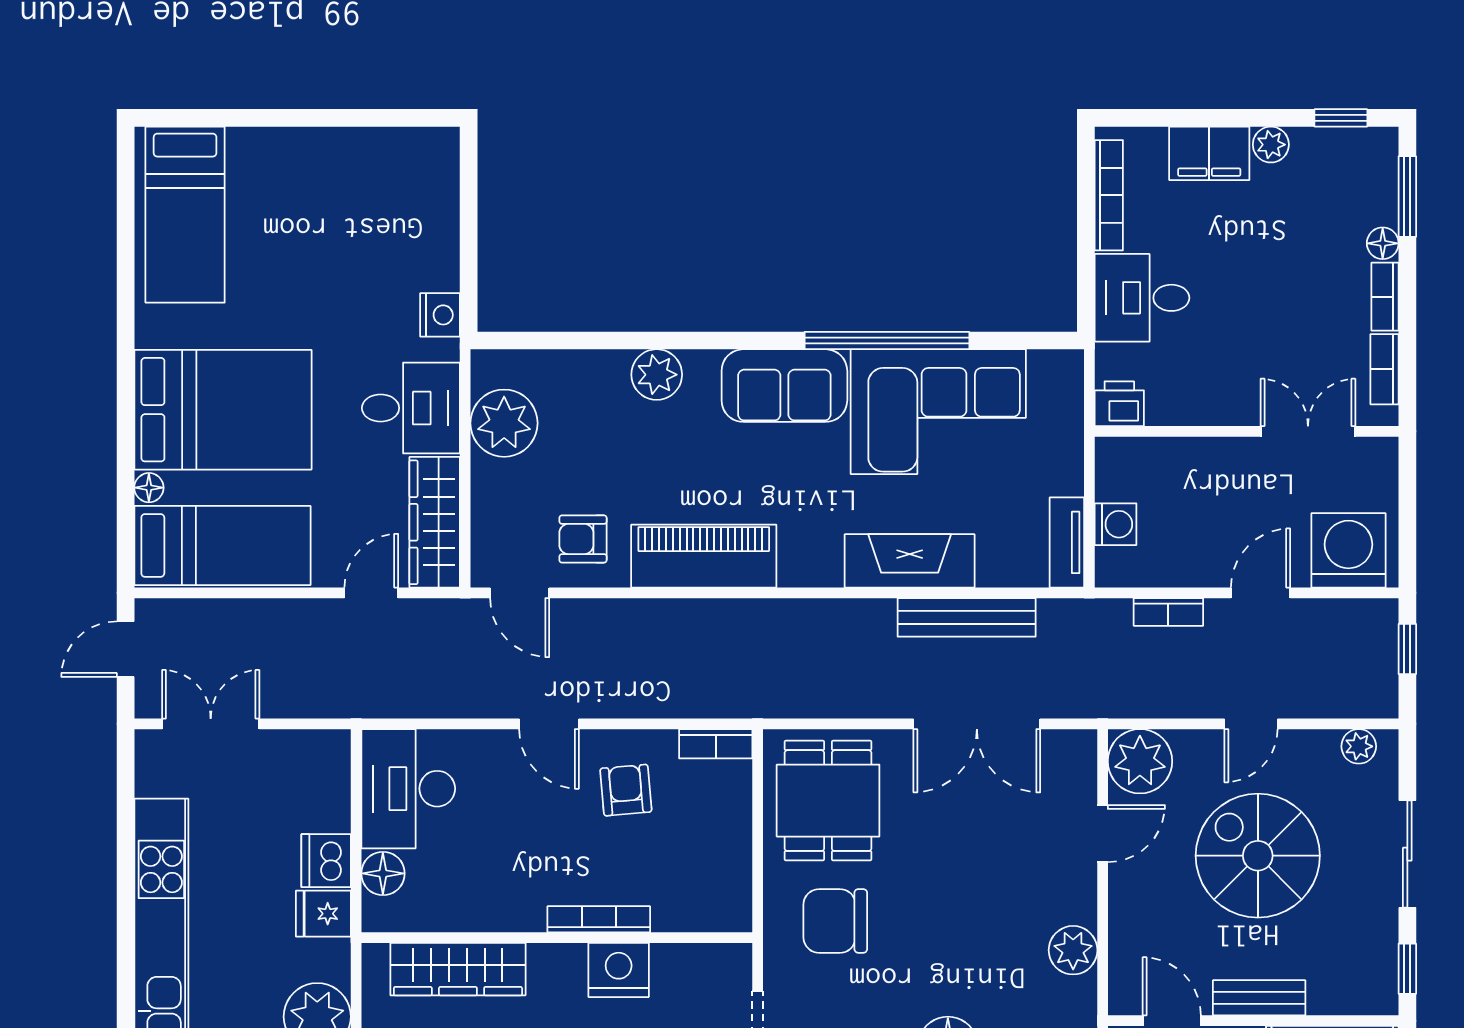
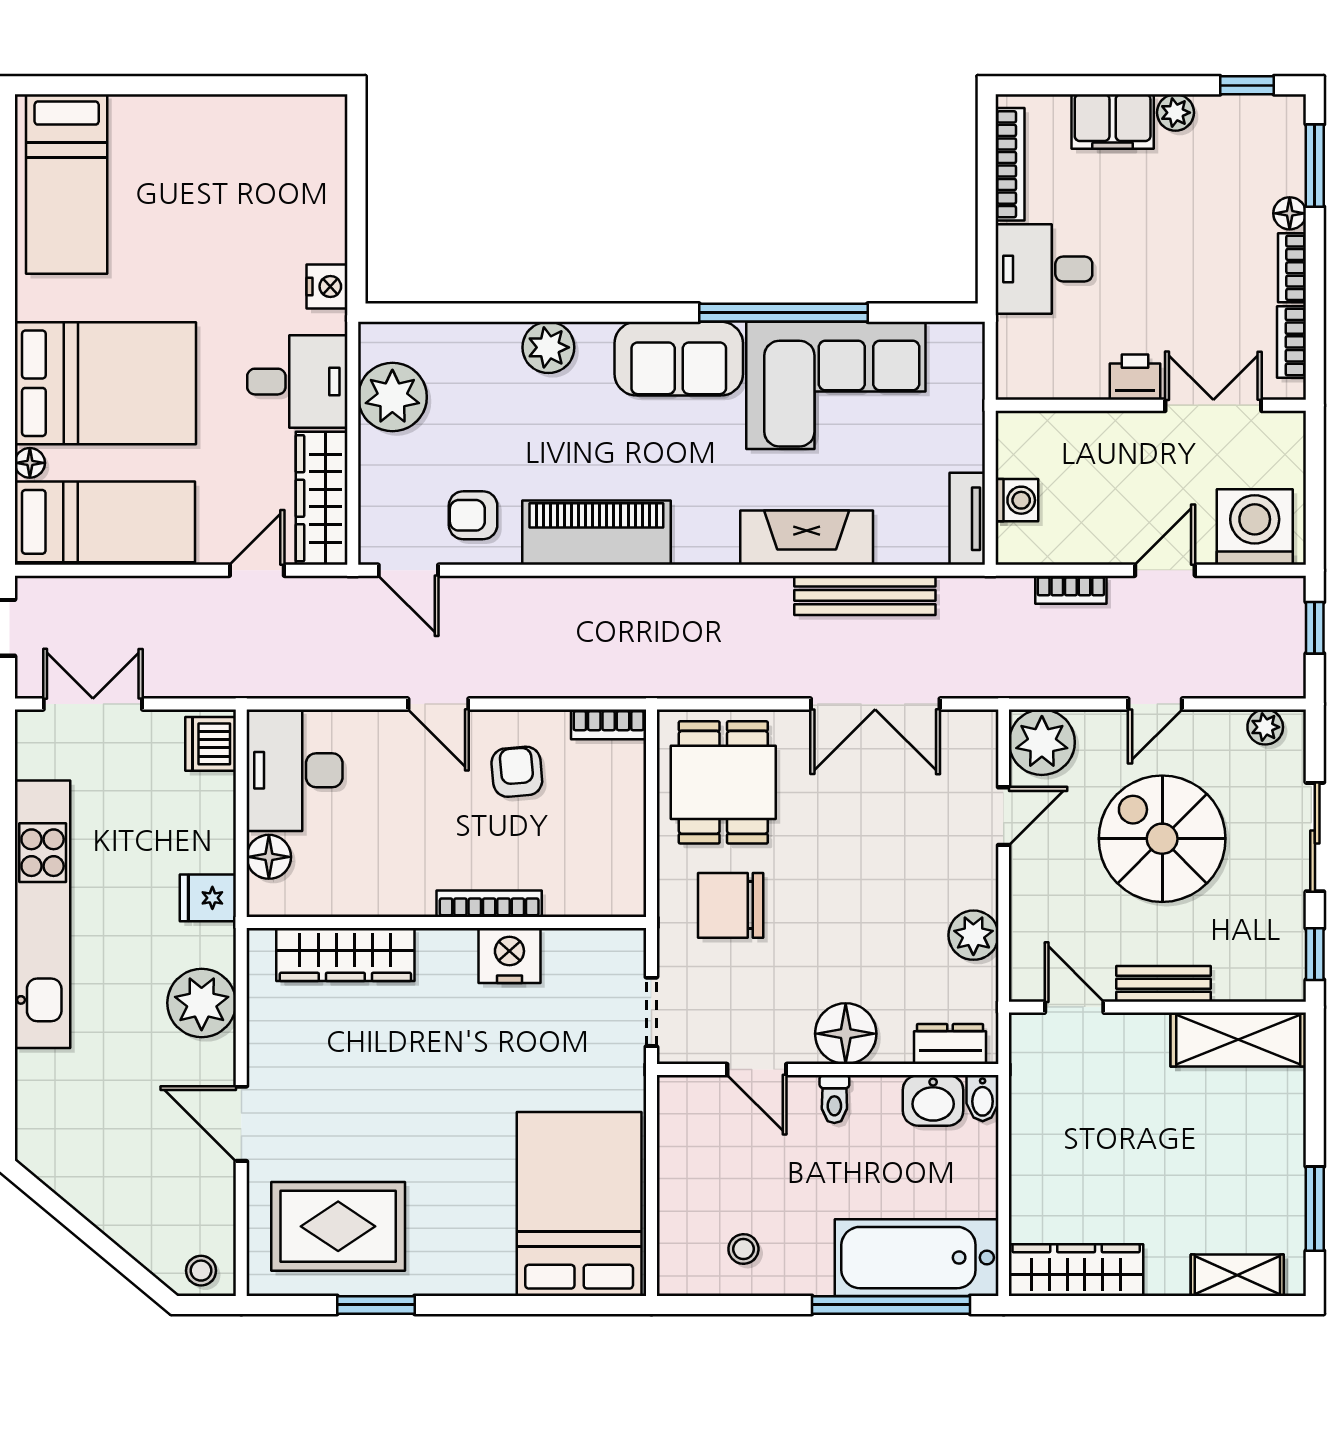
printer: (1119, 404) -> (1135, 377), moved
dishwasher: (326, 861) -> (211, 744), moved

